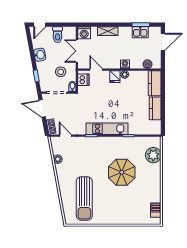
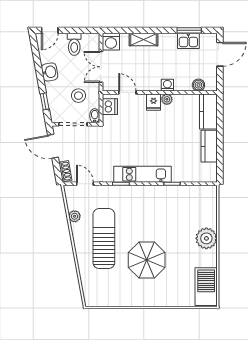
plant: (153, 155) -> (206, 238), moved
parasol: (122, 172) -> (147, 260), moved
sun lounger: (84, 199) -> (104, 239), moved, turned 180
barbecue: (156, 210) -> (206, 287), width x1.88, depth x1.53

